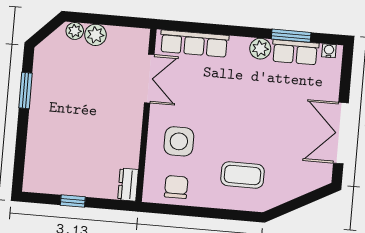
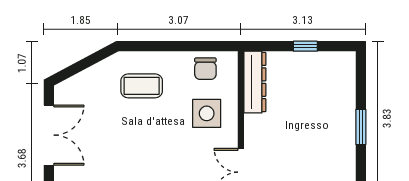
window: (25, 91) -> (361, 127), moved
dresser: (128, 185) -> (255, 82), width x1.96, depth x1.24

